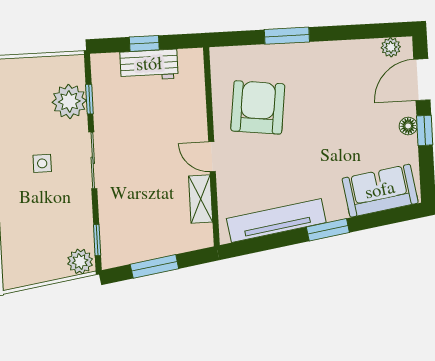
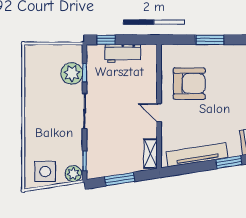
window: (144, 43) -> (106, 40), moved
armchair: (258, 107) -> (189, 84), turned 83
side table: (42, 163) -> (45, 171), moved, width x1.87, depth x1.87
shelving: (201, 199) -> (151, 154), moved

